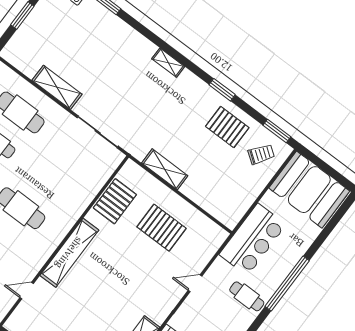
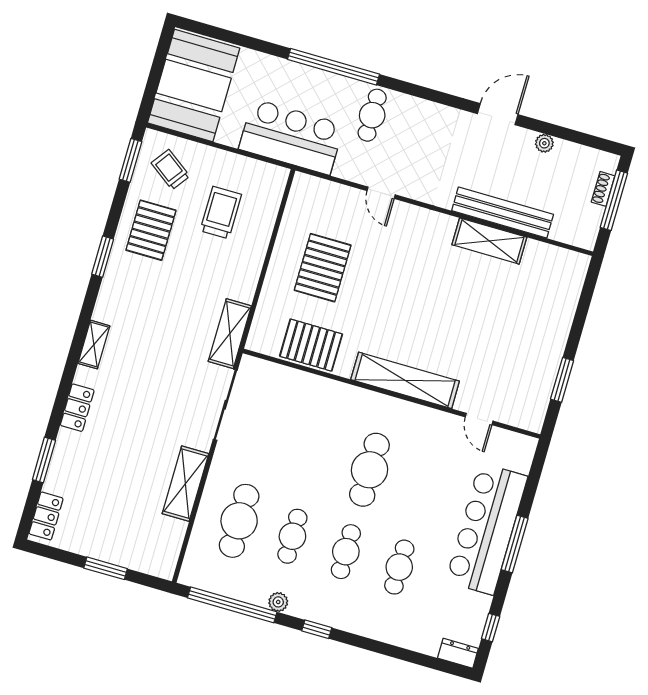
locker: (132, 37) -> (77, 408), added
shelving: (165, 169) -> (230, 334), moved
trolley: (221, 176) -> (221, 213), added

